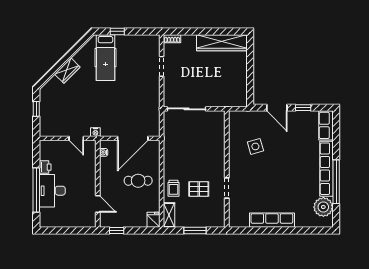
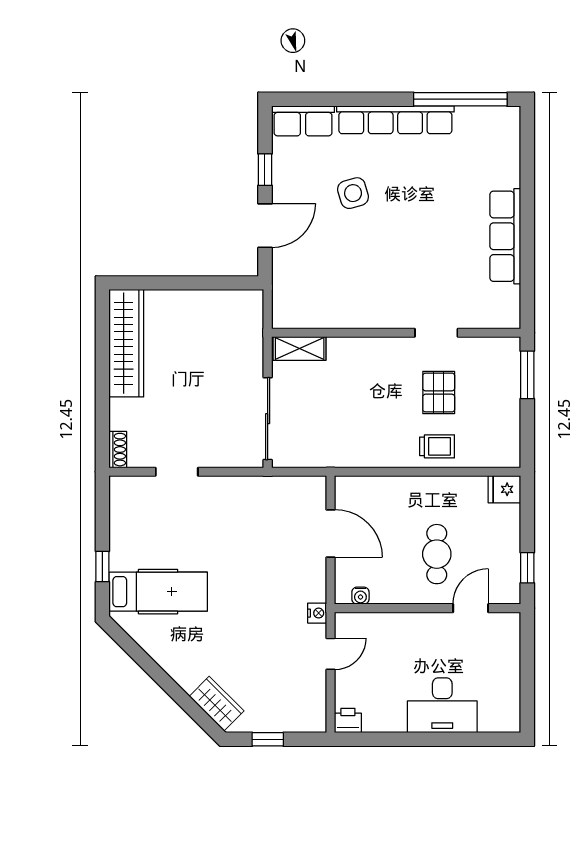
wardrobe: (67, 71) -> (217, 704), moved
door: (133, 138) -> (331, 533), width x0.73
side table: (255, 146) -> (353, 193), moved
printer: (45, 167) -> (348, 720), moved
cafe table: (138, 181) -> (437, 554), moved
window: (336, 182) -> (460, 99), moved
window: (36, 190) -> (441, 739), removed
plant: (323, 207) -> (477, 127), removed
shelving: (169, 215) -> (300, 348), moved
window: (195, 231) -> (527, 375), moved

